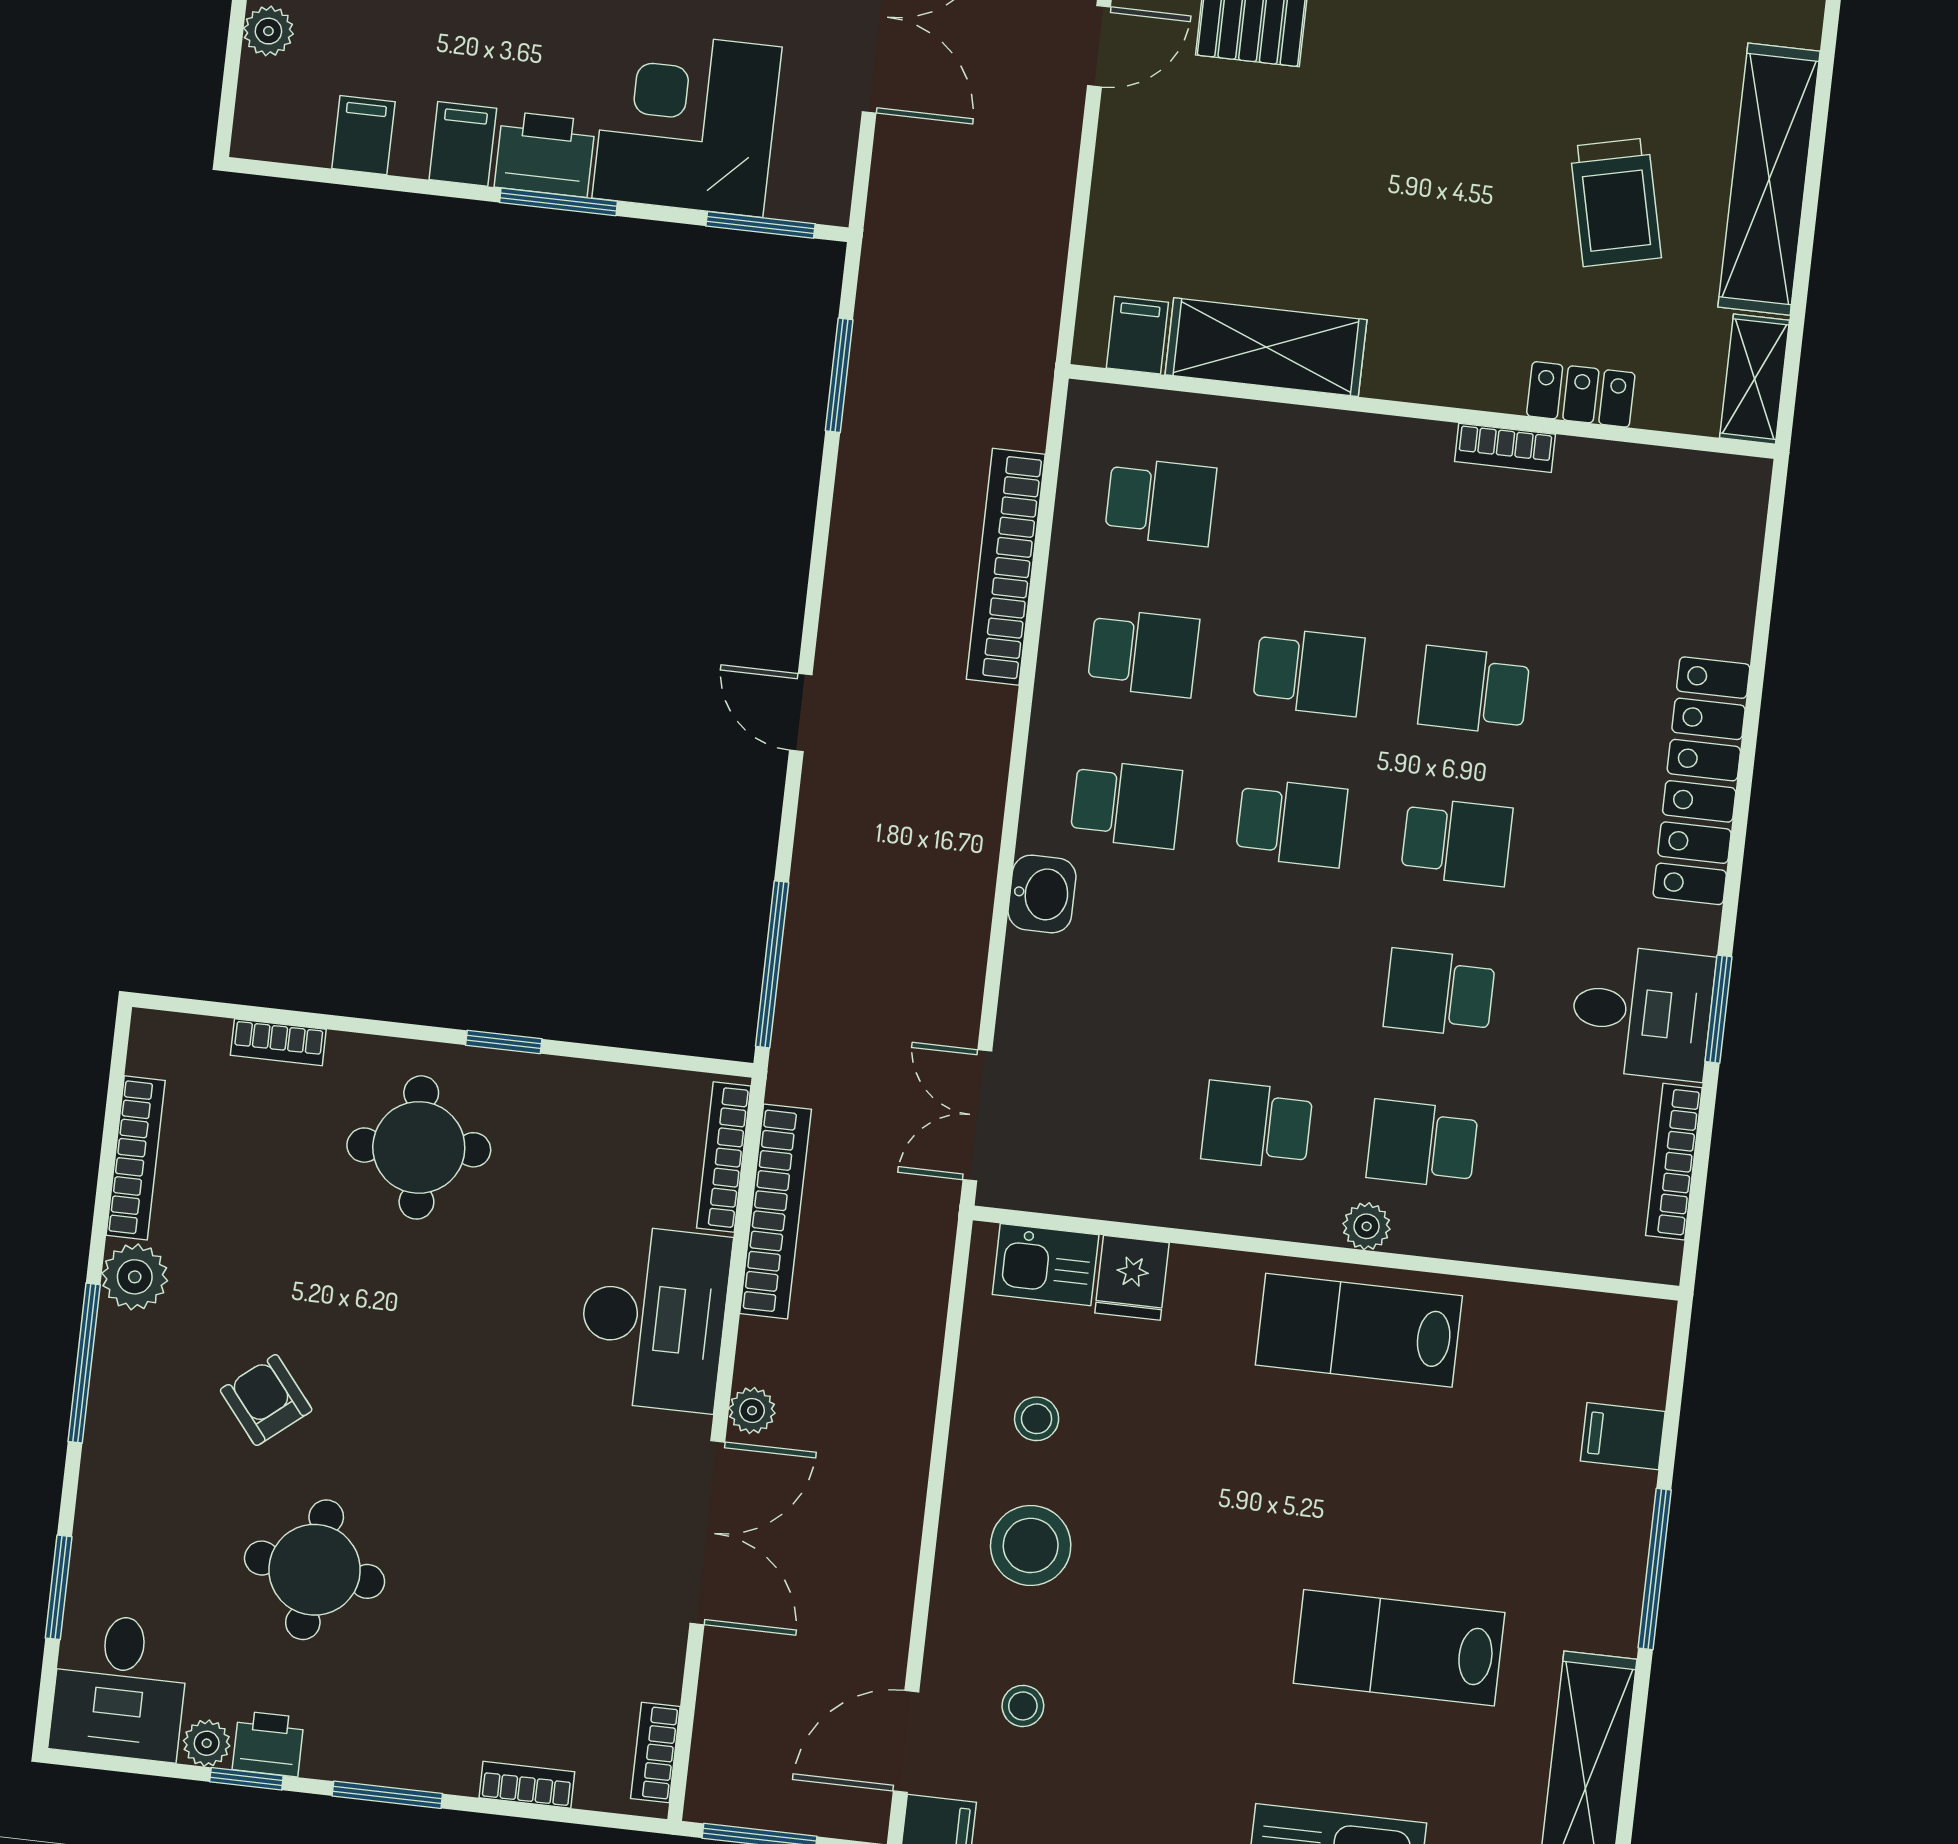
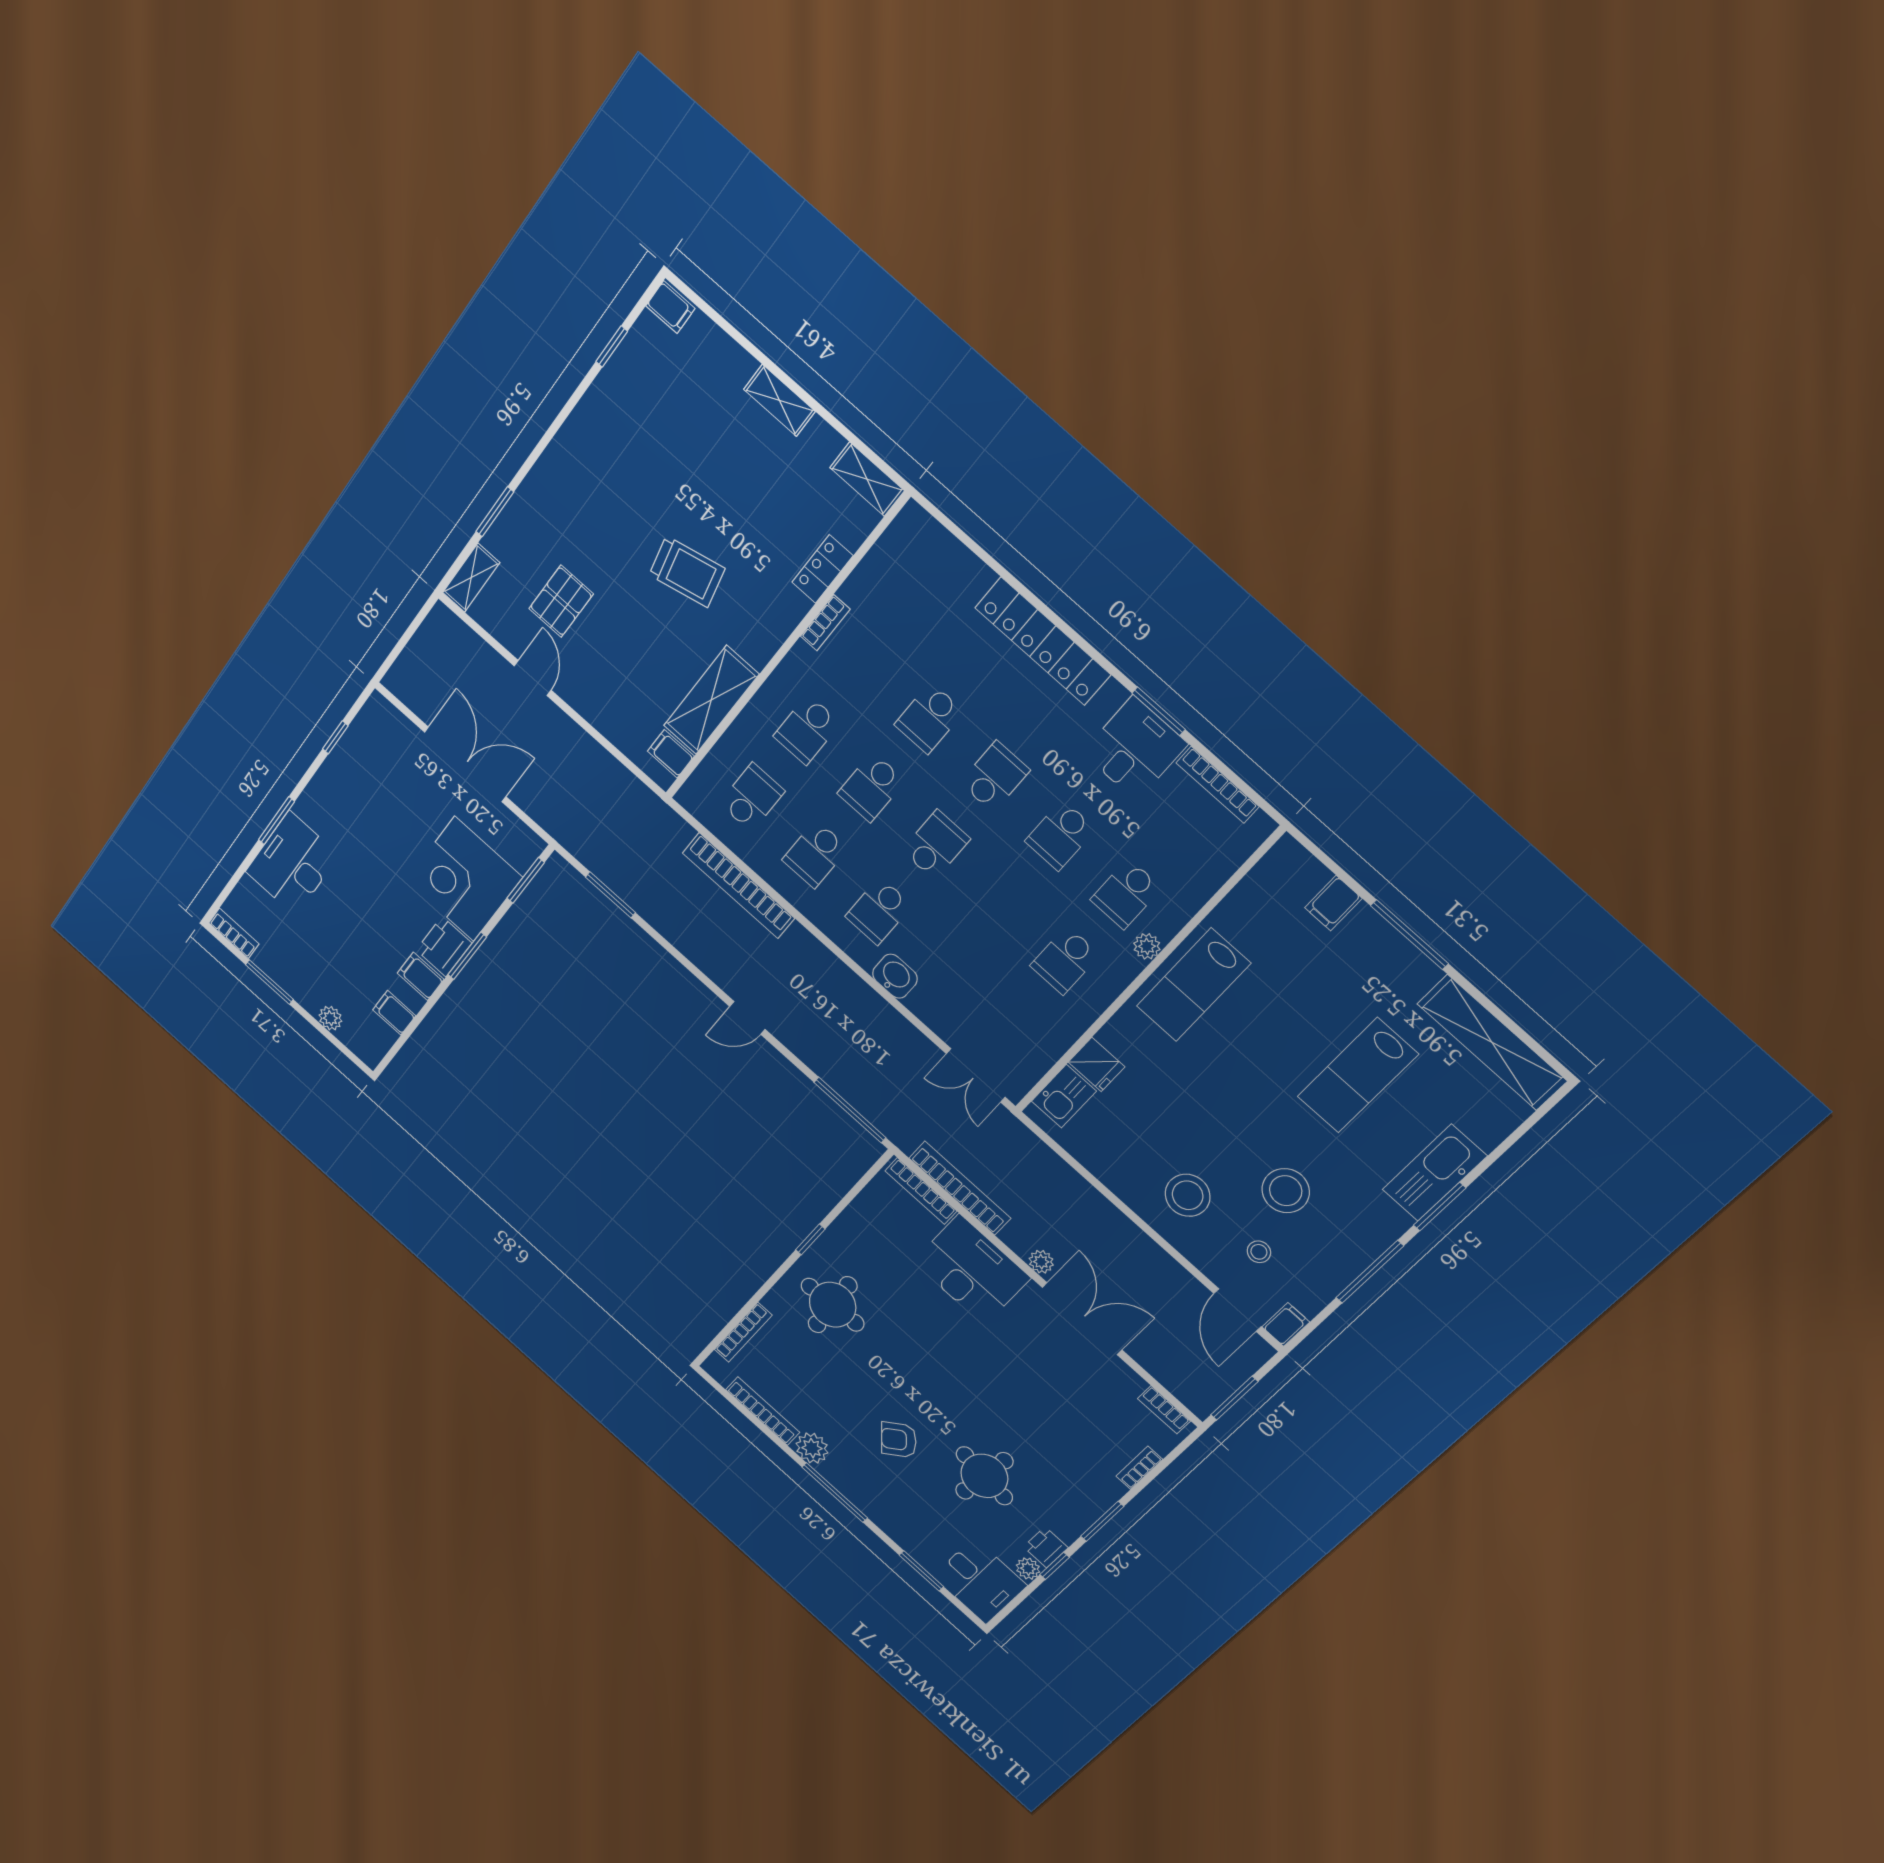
shelving: (1769, 179) -> (779, 400), width x0.45, depth x0.75
trolley: (1616, 202) -> (687, 572), moved
school desk: (1326, 521) -> (807, 730), added
school desk: (1143, 653) -> (815, 854), turned 180
school desk: (1309, 672) -> (871, 787), turned 180
school desk: (1126, 804) -> (879, 911), turned 180
bookcase: (278, 1042) -> (743, 1332), width x1.56
stool: (1037, 1419) -> (1286, 1191), moved, width x1.89, depth x1.89

